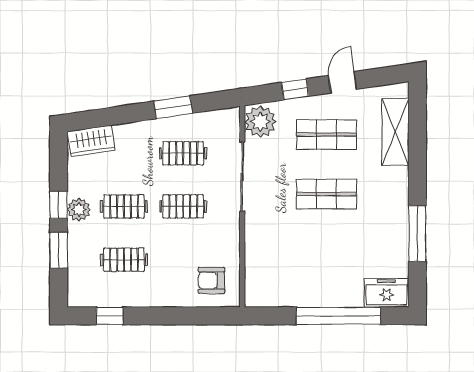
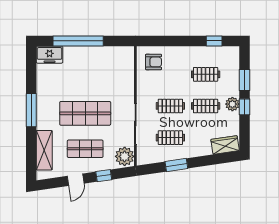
shop shelf: (327, 194) -> (85, 113), width x1.43, depth x1.36
window: (417, 234) -> (31, 110), moved

